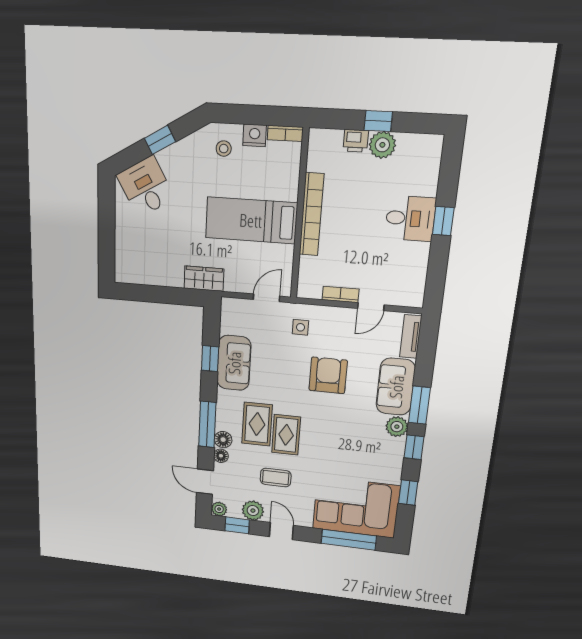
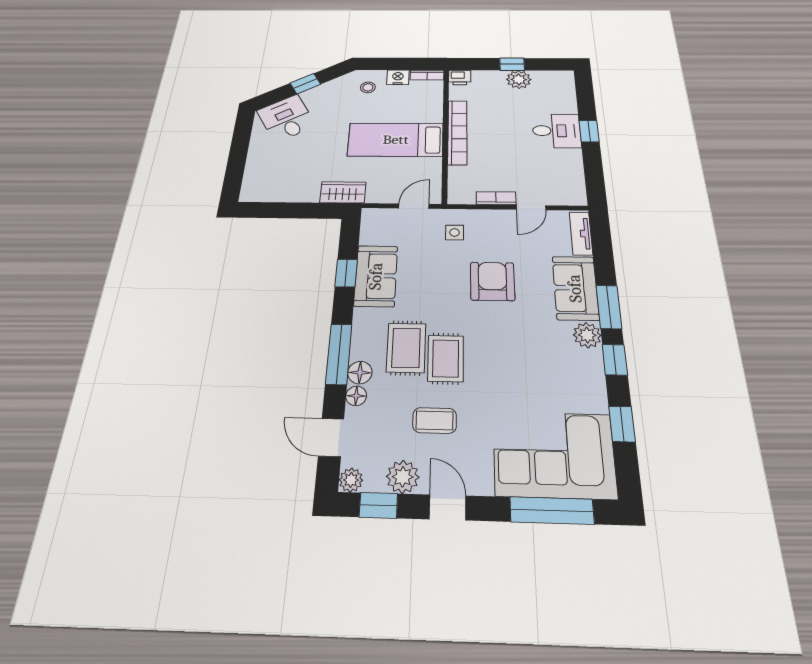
printer: (356, 141) -> (460, 78), moved

